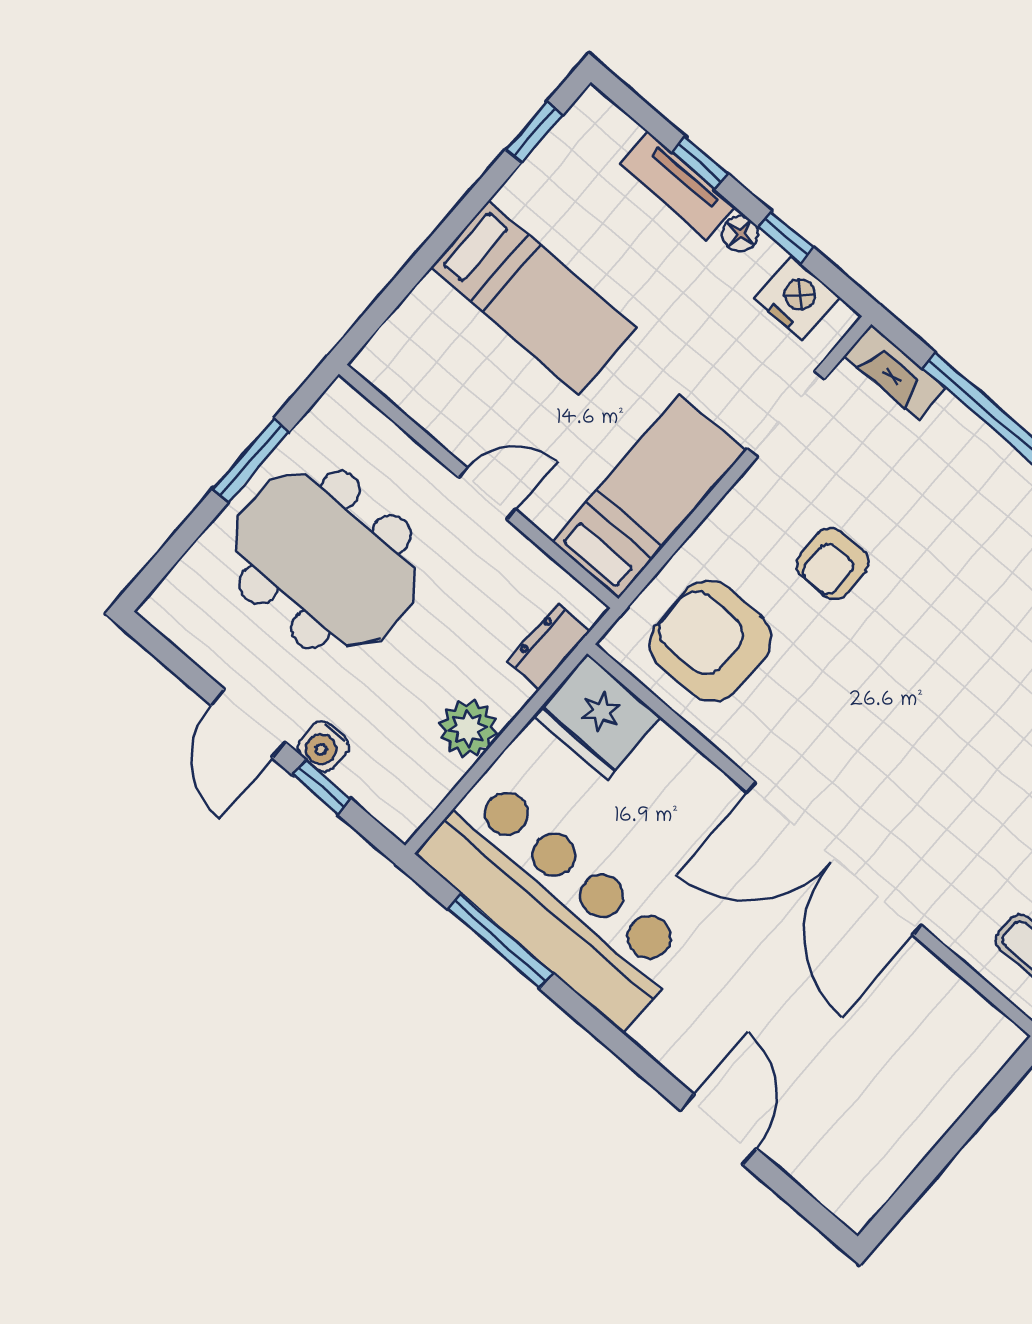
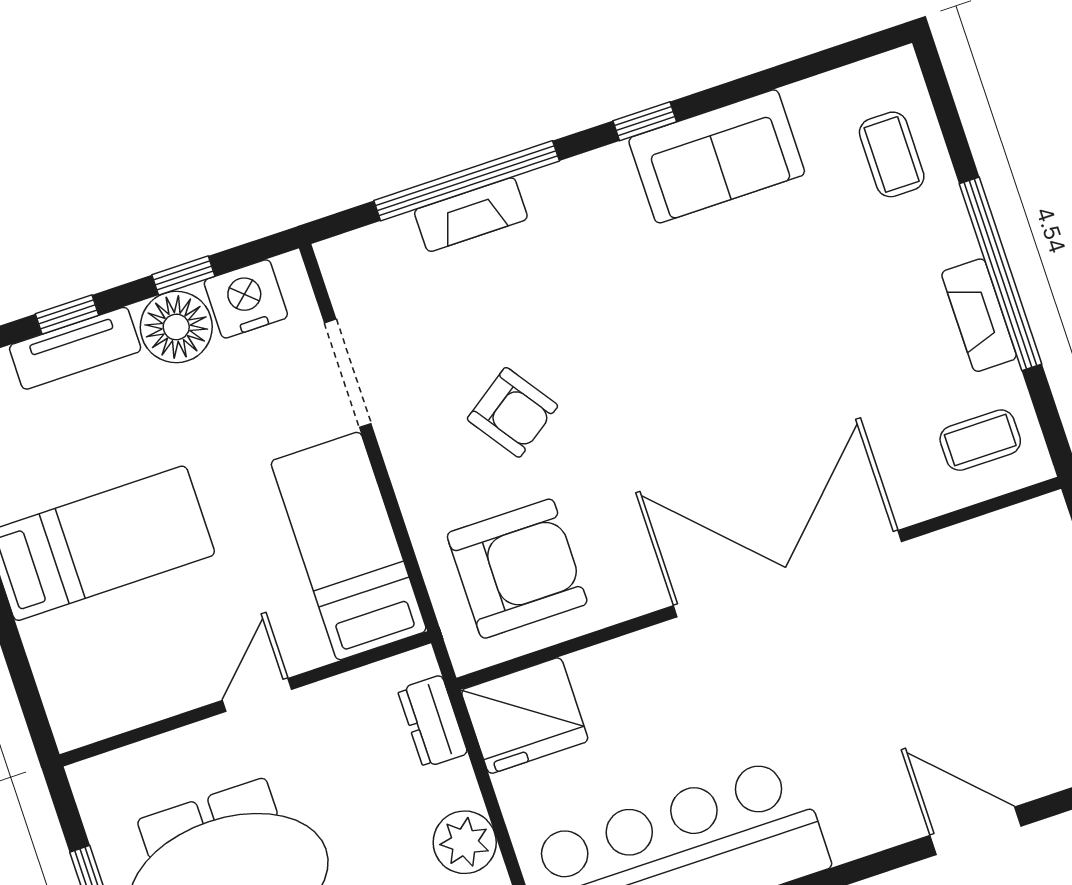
floor lamp: (740, 234) -> (176, 327), width x1.89, depth x1.89
fireplace: (895, 372) -> (471, 215), moved
armchair: (833, 564) -> (512, 412), turned -35
armchair: (711, 641) -> (517, 569), turned 180
double door: (834, 859) -> (788, 574), swing flipped

